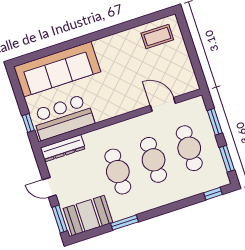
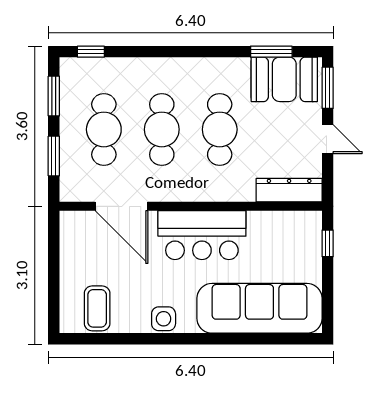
coffee table: (157, 37) -> (97, 308), turned 90
side table: (114, 43) -> (164, 319), added
door: (163, 104) -> (121, 206), width x1.36
bar counter: (63, 117) -> (202, 235), moved
window: (125, 223) -> (271, 52), moved

